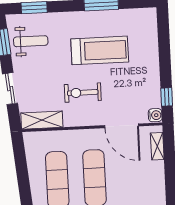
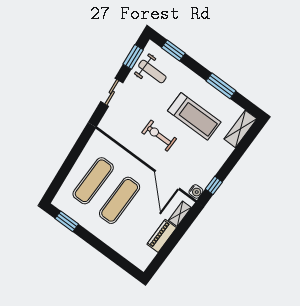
shelving: (42, 120) -> (240, 129), moved, turned 90
piano: (157, 179) -> (162, 236), added

